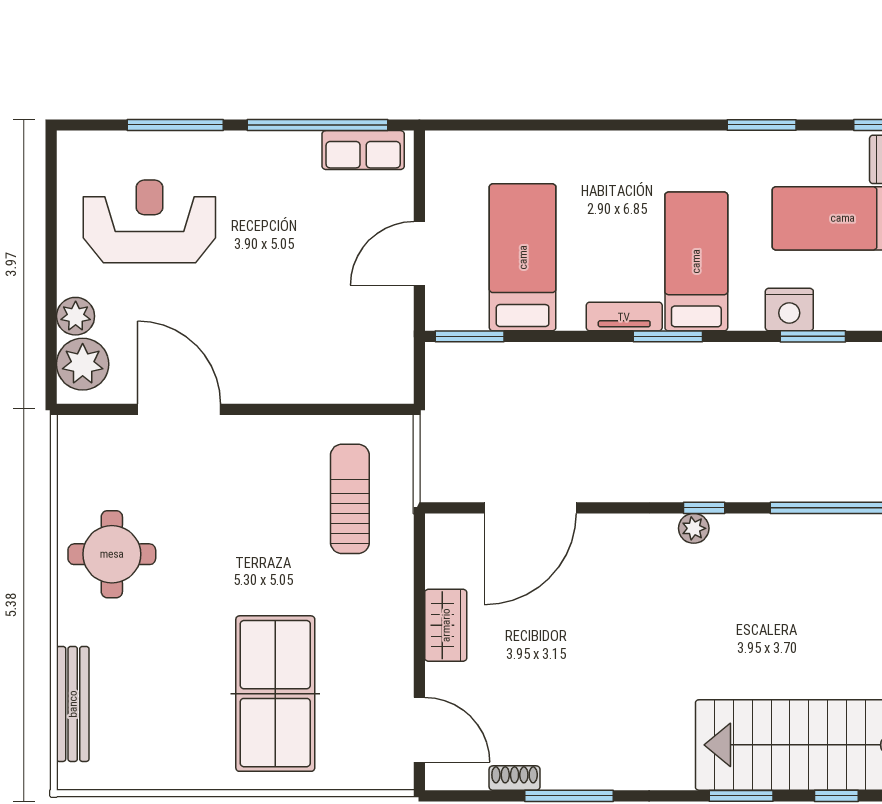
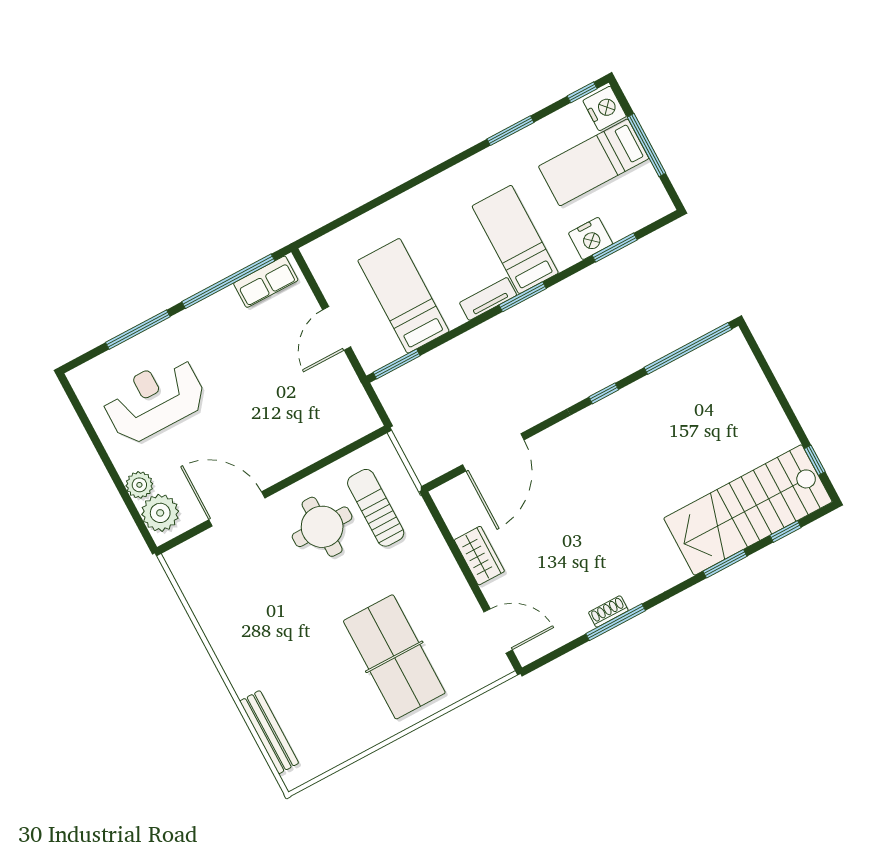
plant: (694, 528) -> (604, 410), removed
round table: (112, 554) -> (322, 527), moved
shoe rack: (515, 778) -> (608, 612), moved

